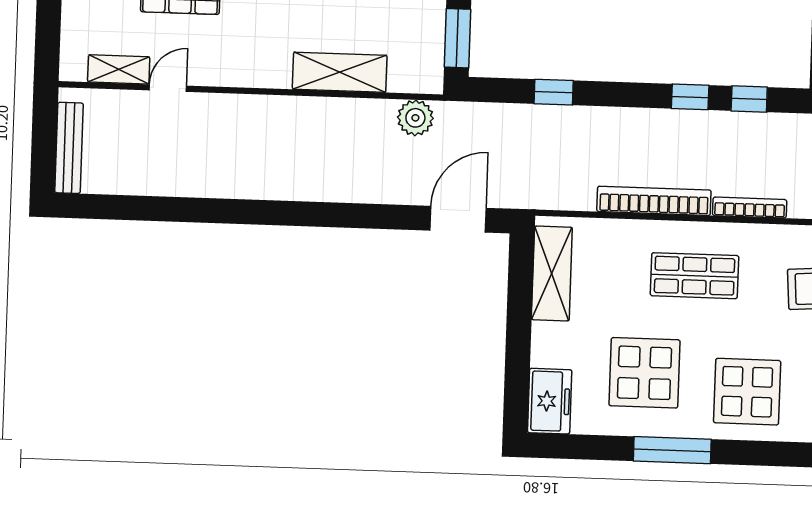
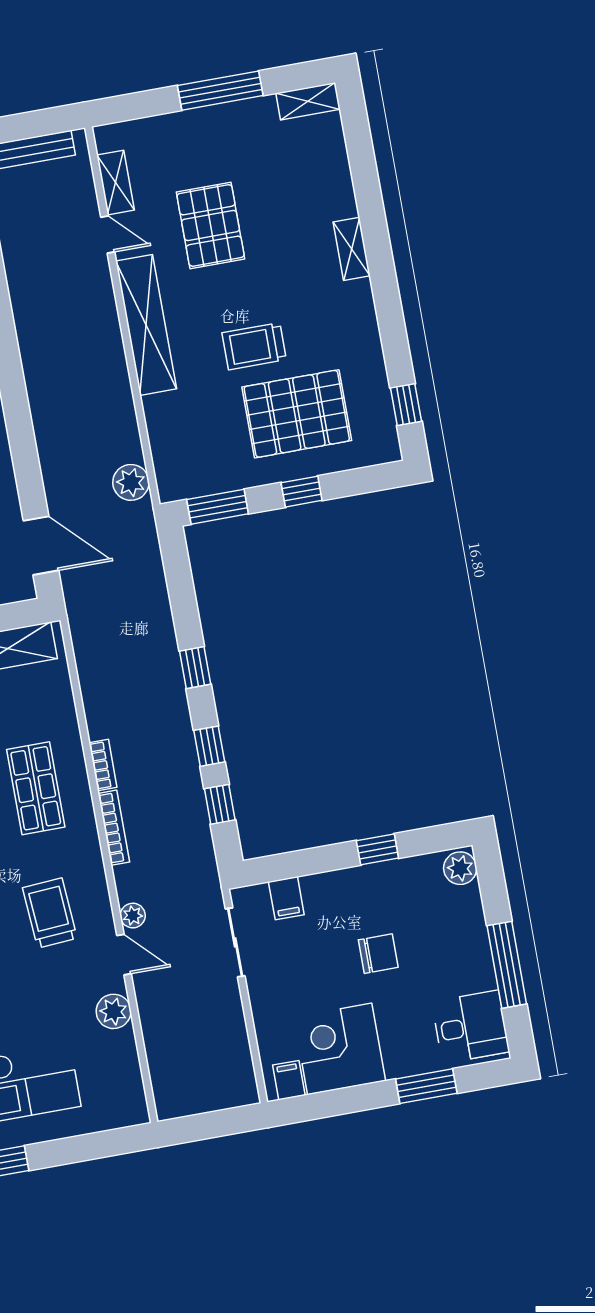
shelving: (340, 72) -> (146, 325), moved, width x1.47
window: (554, 92) -> (195, 668), moved
bookcase: (654, 201) -> (103, 765), width x0.43, depth x0.76

